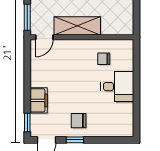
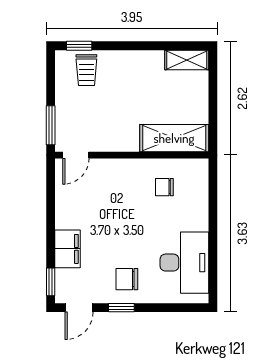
shelving: (77, 26) -> (174, 138), moved
desk: (117, 87) -> (184, 263), moved, width x1.37

